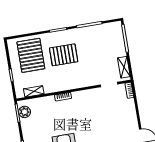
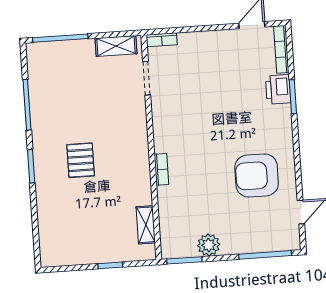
pallet: (31, 55) -> (75, 224), removed
pallet: (64, 55) -> (81, 160), width x0.67, depth x0.71
plant: (25, 112) -> (209, 245), moved

